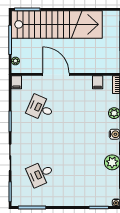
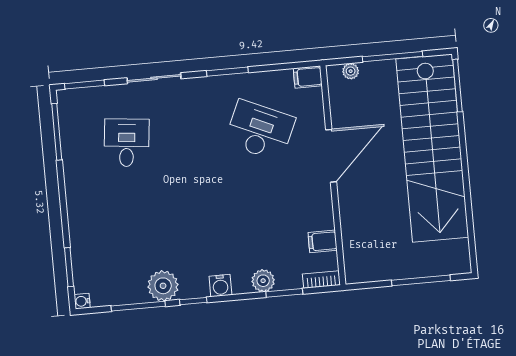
desk: (40, 108) -> (260, 131), width x1.37
desk: (40, 174) -> (127, 143), turned 30

